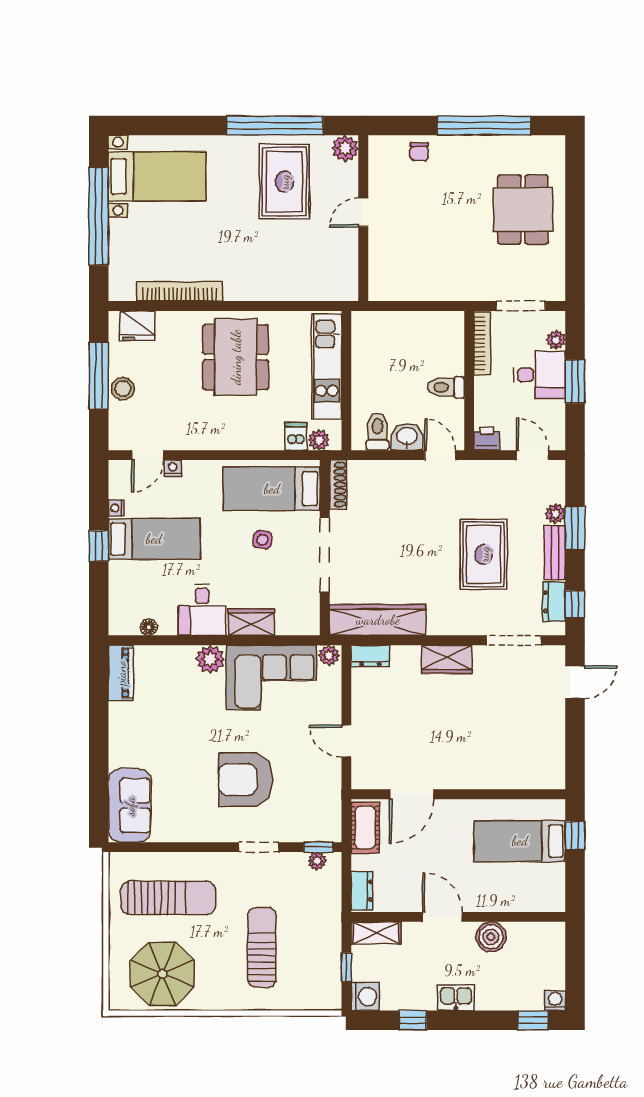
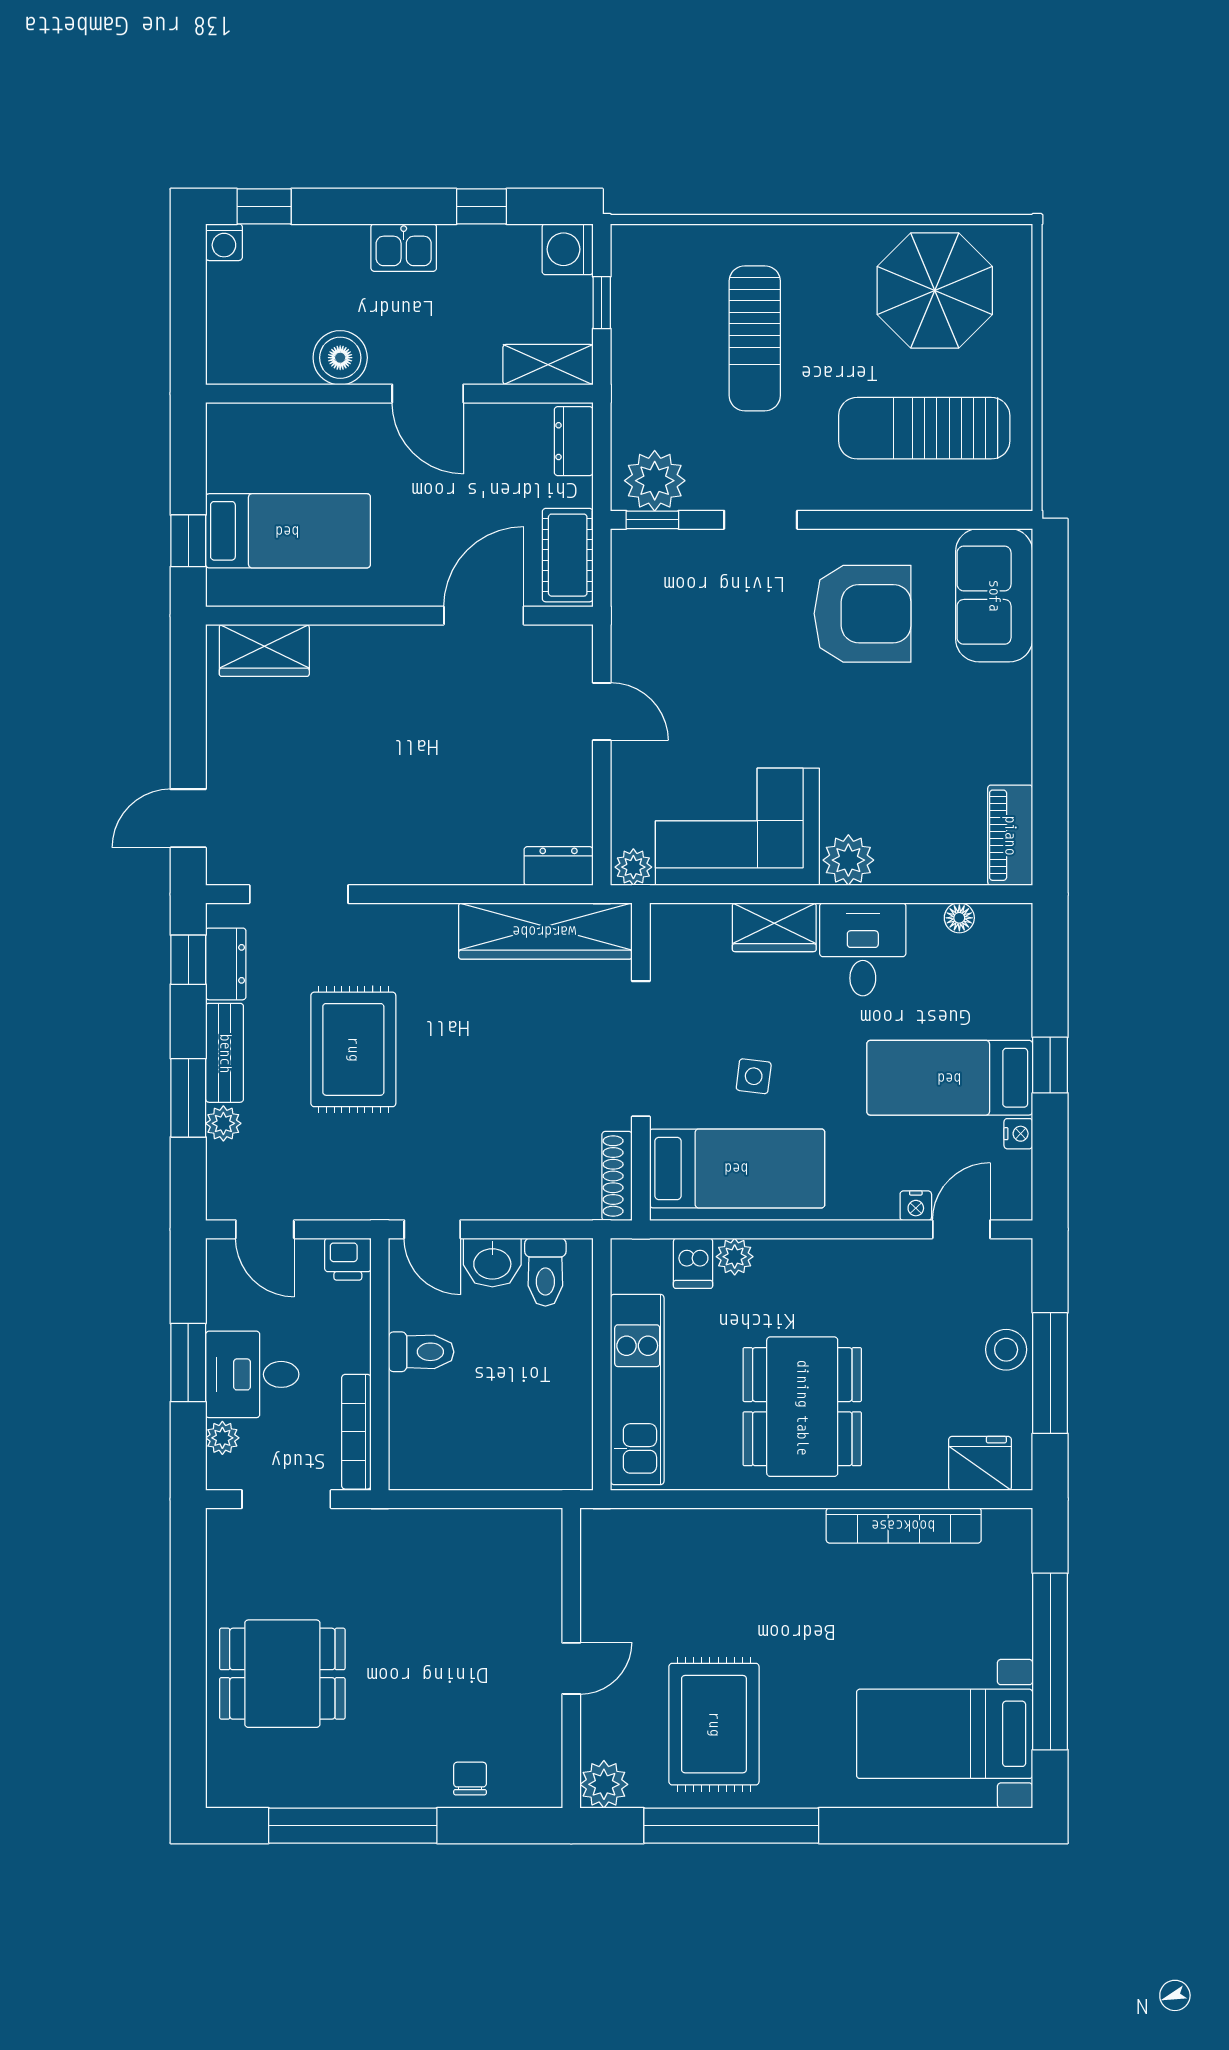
dining table: (523, 210) -> (282, 1674), turned 90
plant: (319, 440) -> (735, 1257), moved
wardrobe: (447, 660) -> (264, 650), moved, turned 180
armchair: (246, 780) -> (862, 614), moved
plant: (317, 861) -> (655, 481), width x1.88, depth x1.88

